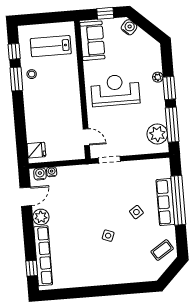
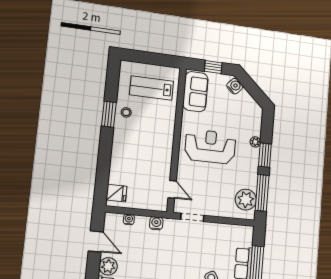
window: (14, 51) -> (112, 85), removed
water cooler: (40, 174) -> (156, 223), moved
door: (26, 197) -> (96, 241), hinge flipped

